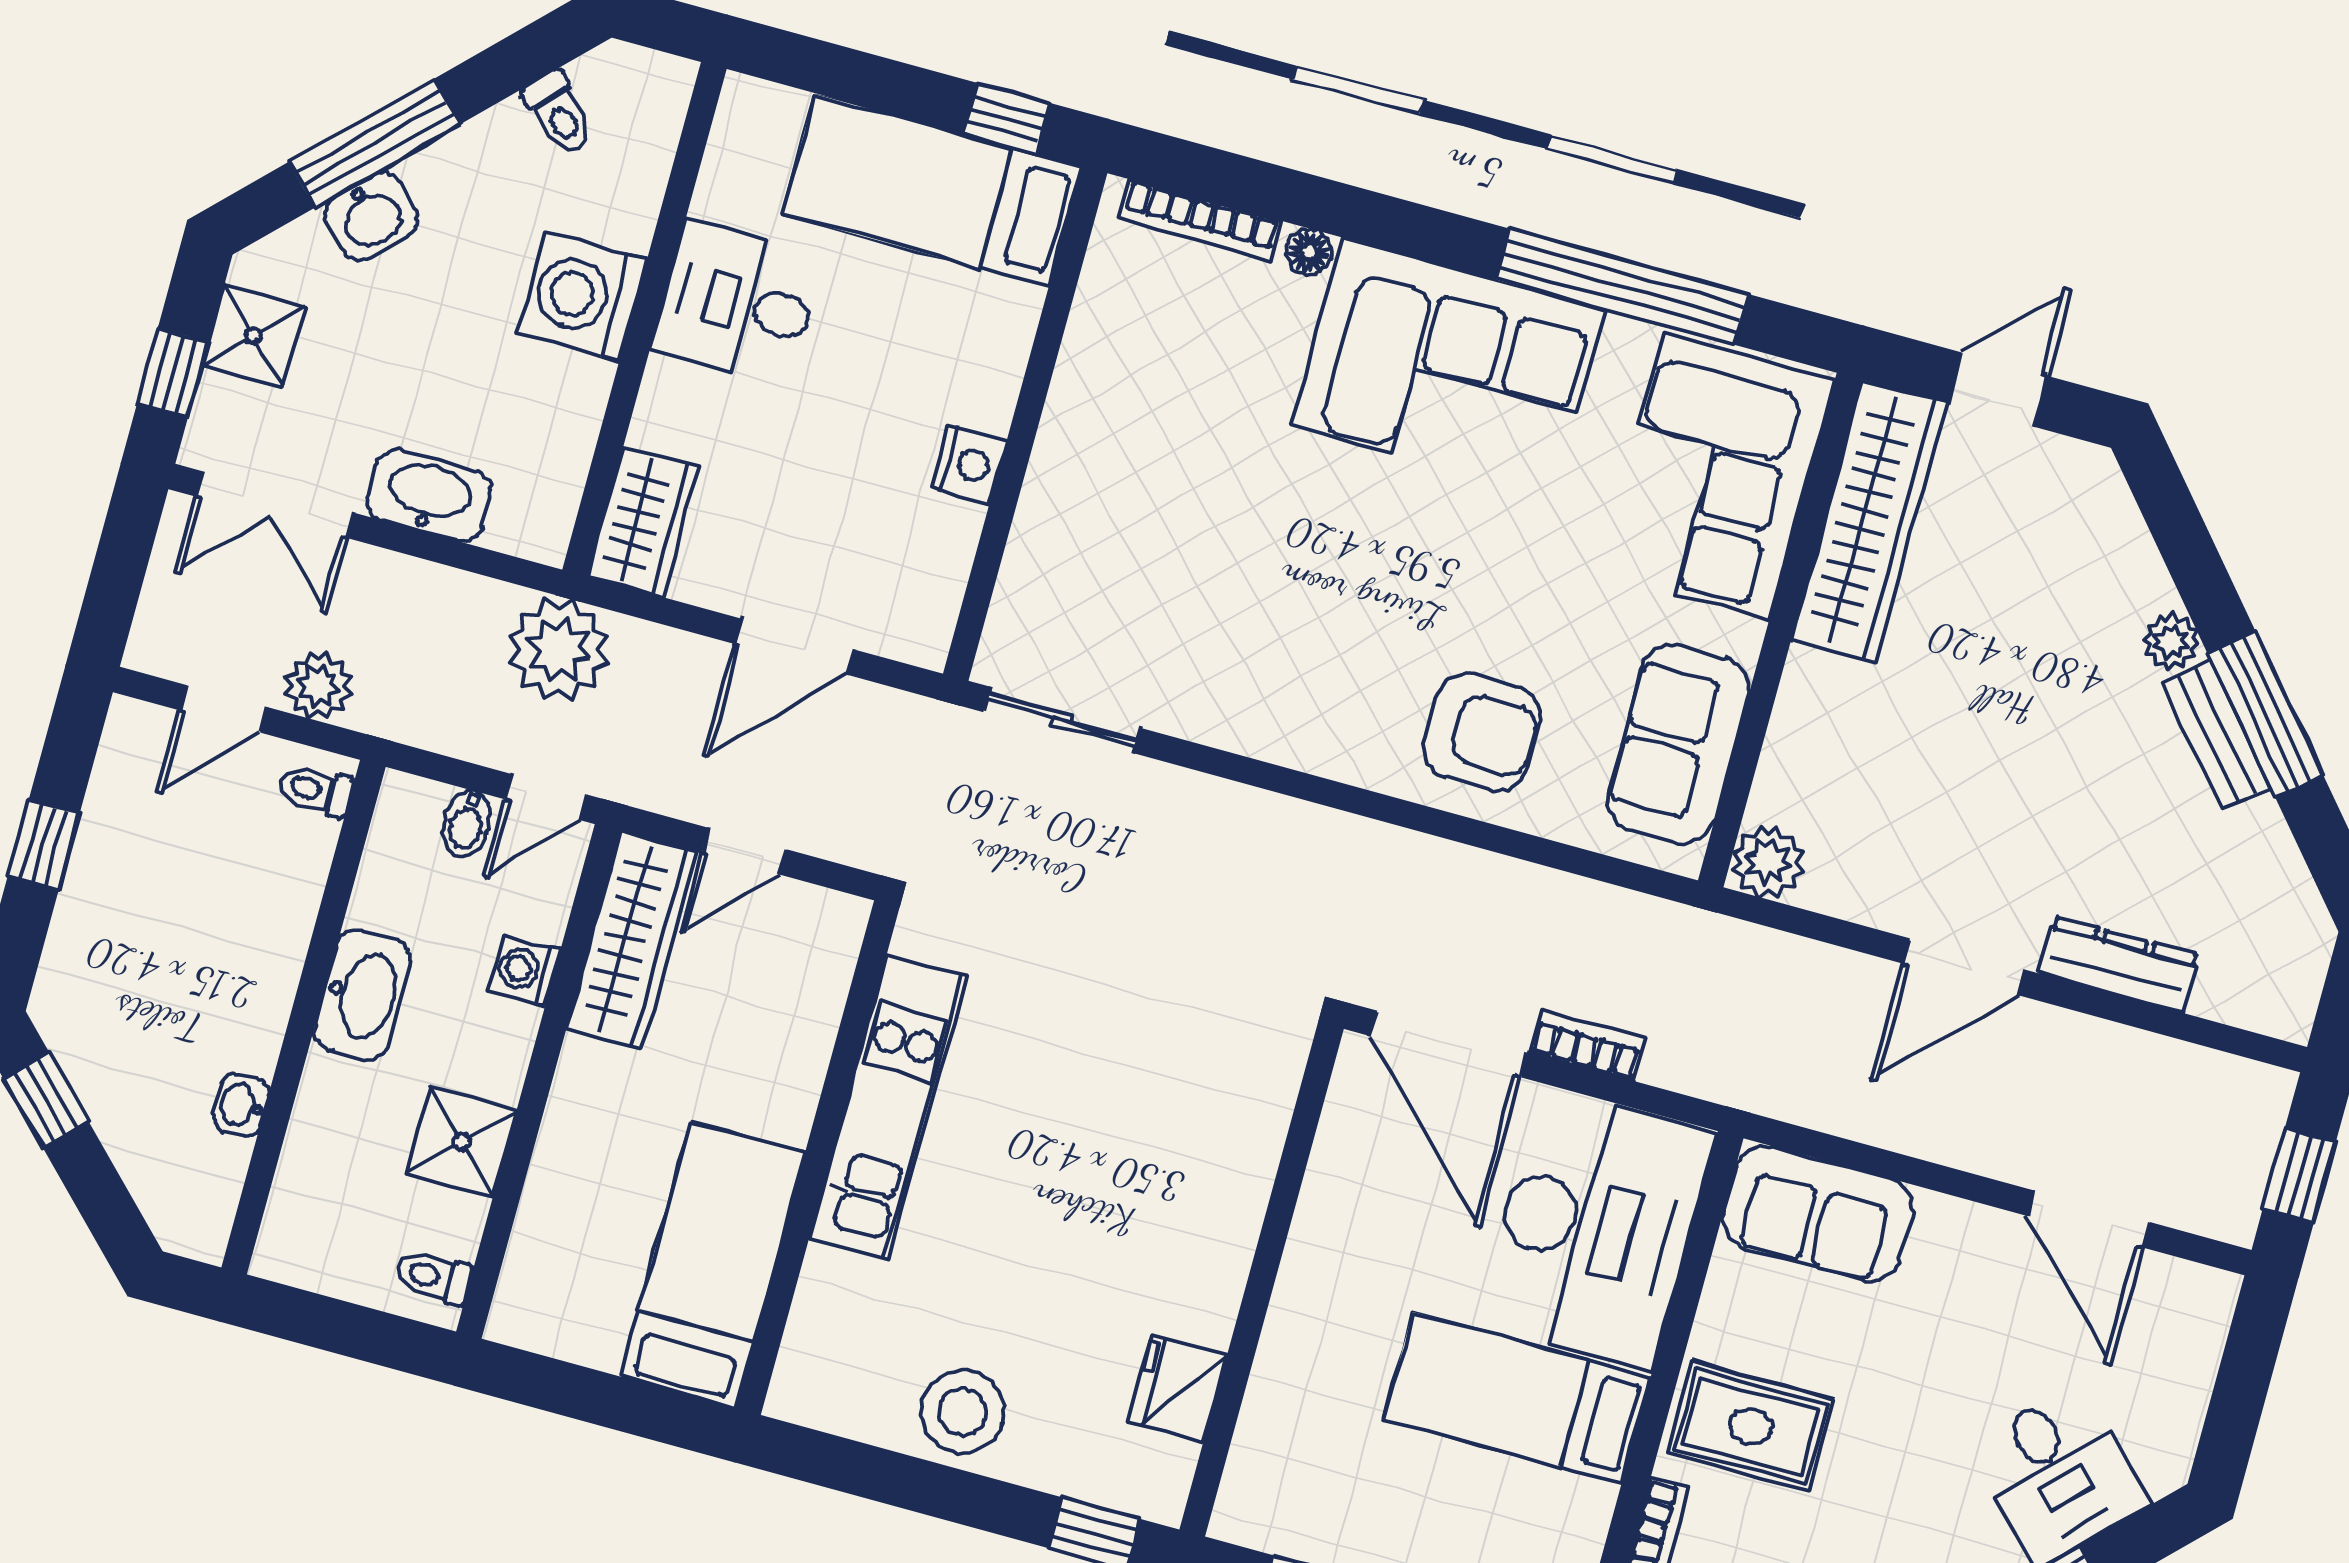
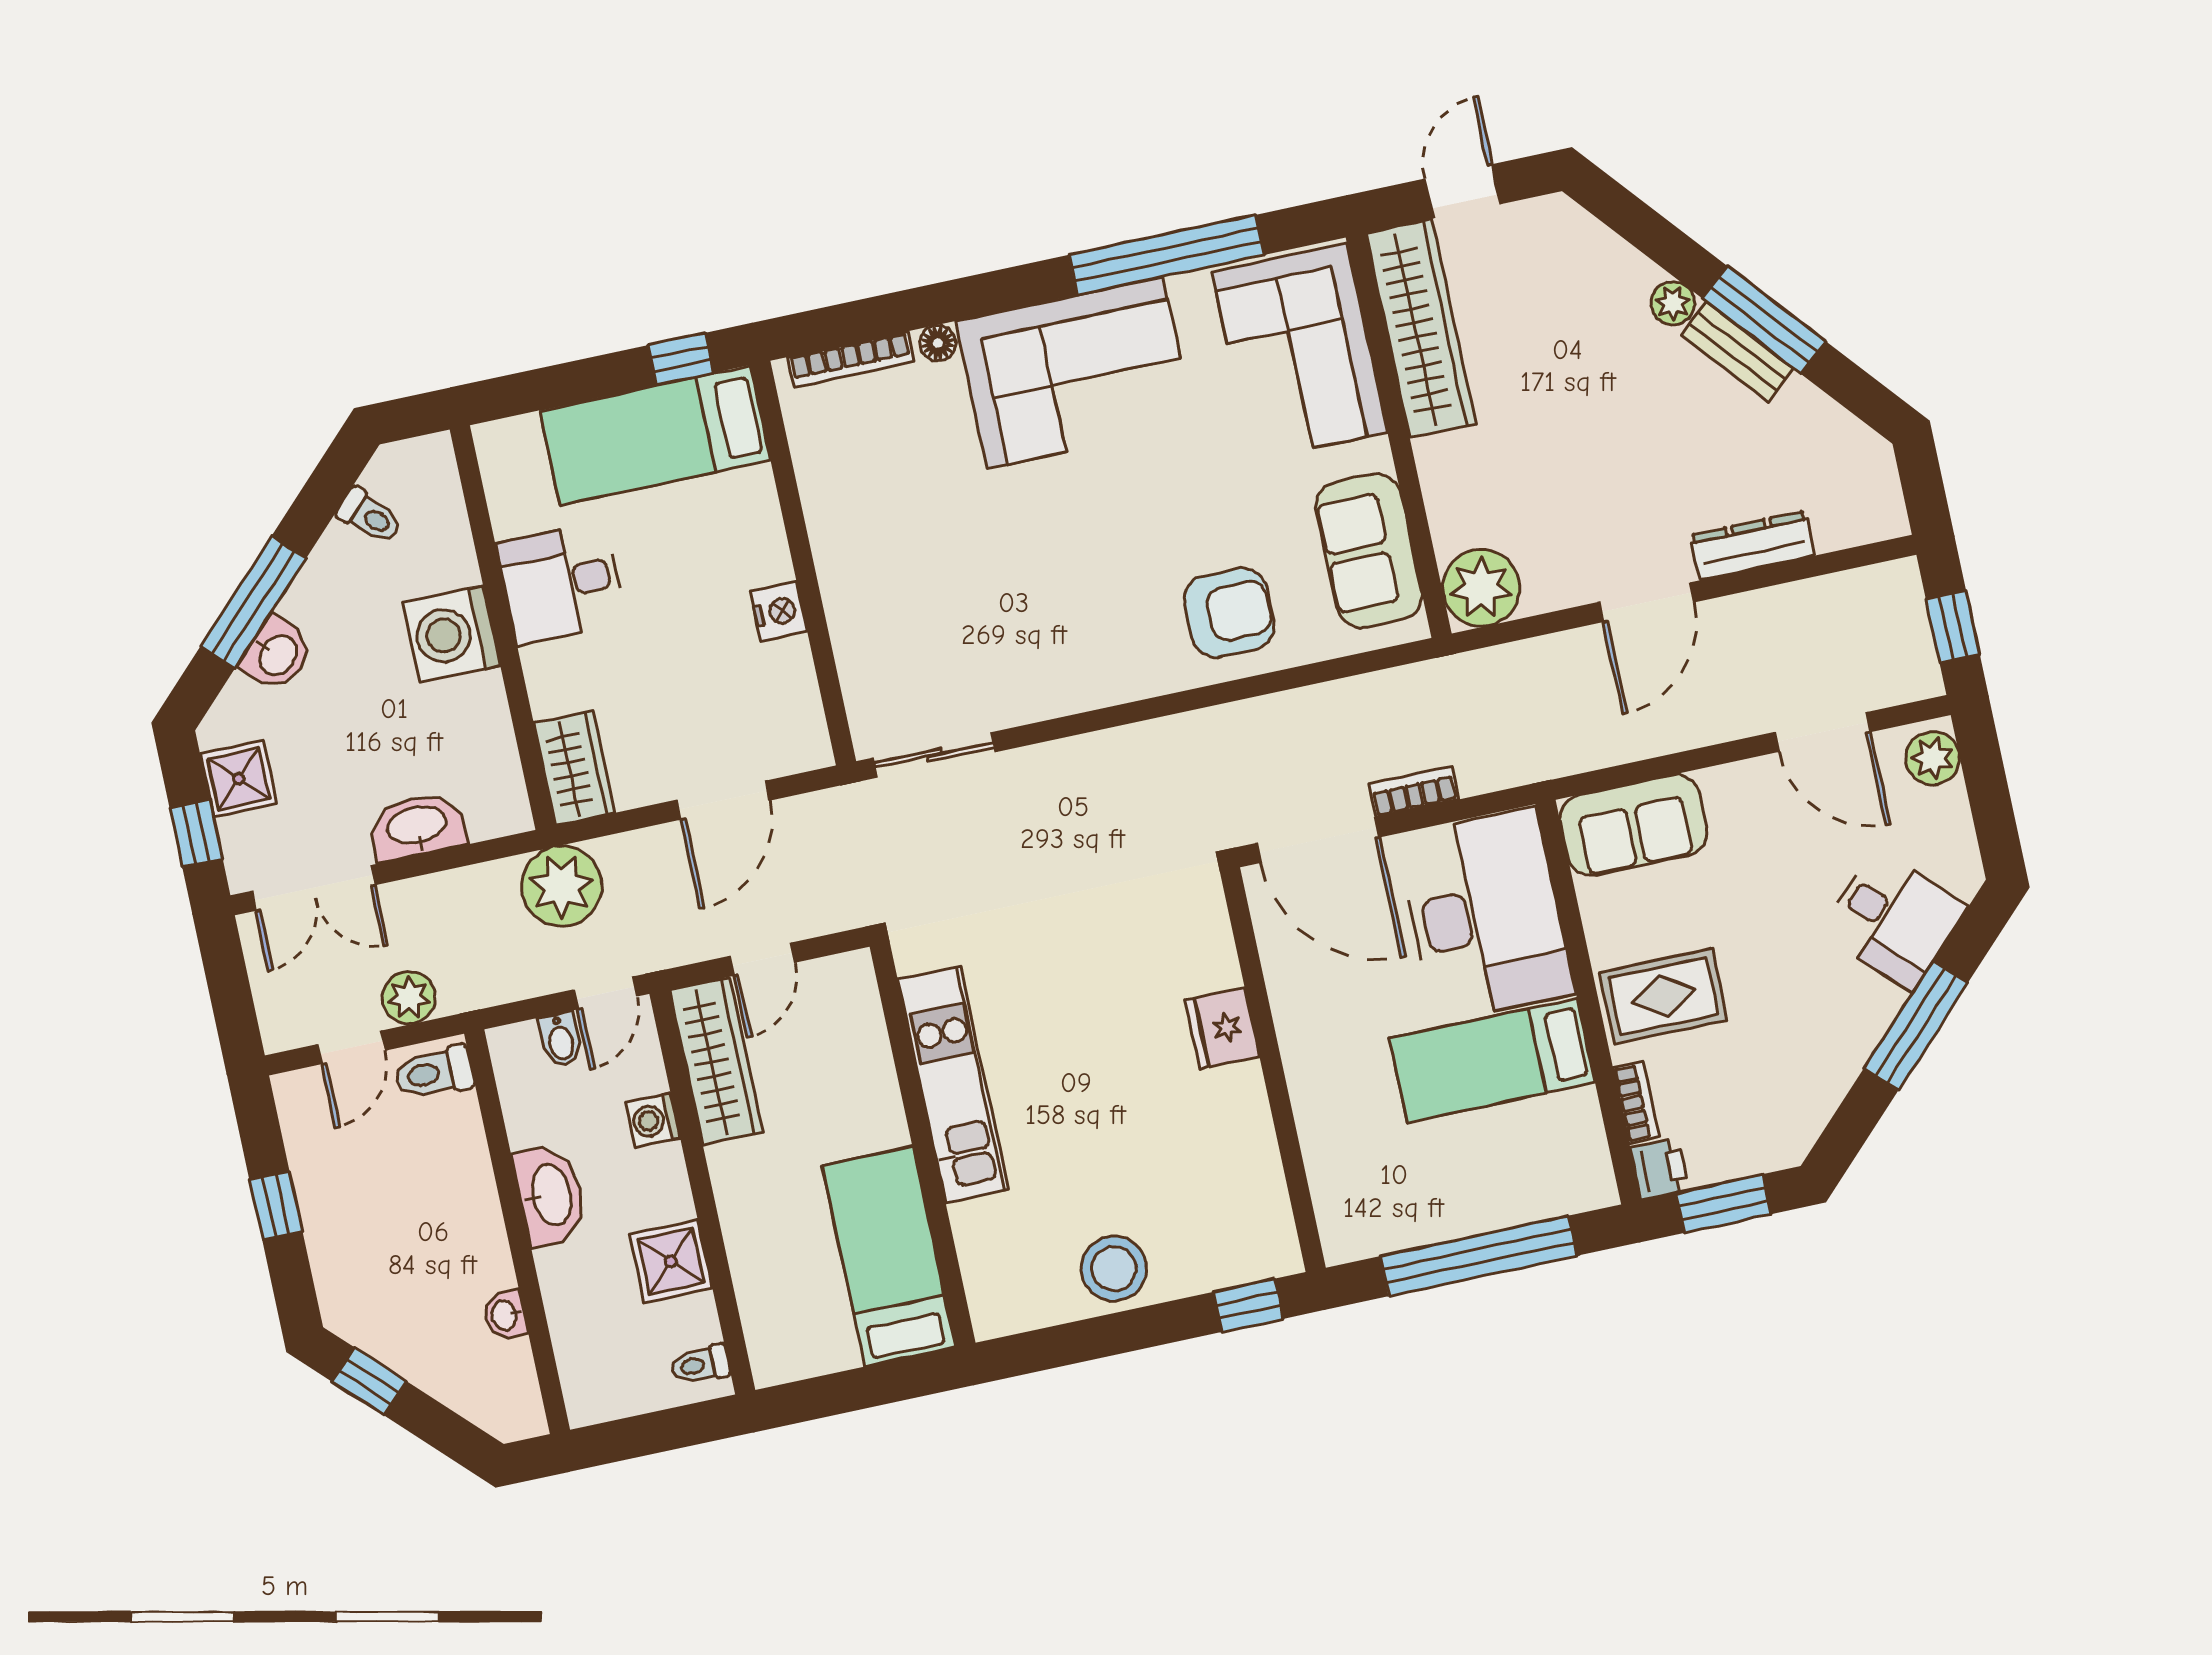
toilet: (316, 790) -> (434, 1073), width x1.37, depth x1.39
plant: (1768, 862) -> (1481, 588), width x1.36, depth x1.36
plant: (2199, 1314) -> (1933, 758), added
fridge: (1178, 1388) -> (1222, 1028), moved

